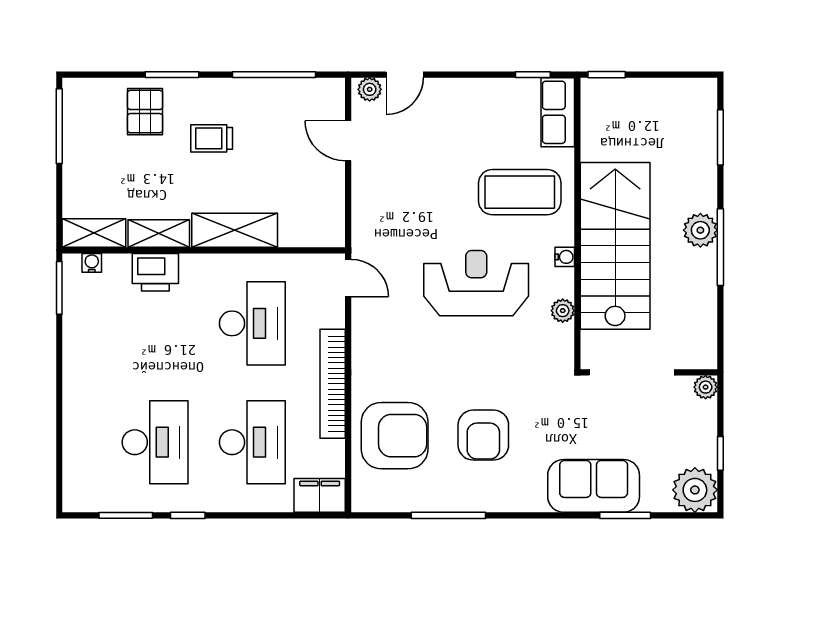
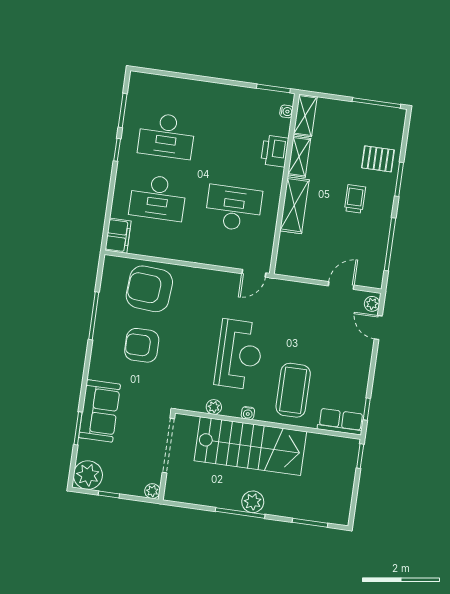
desk: (252, 323) -> (234, 208), turned 180
bookcase: (333, 384) -> (188, 254), removed
armchair: (395, 436) -> (149, 289), turned 94

